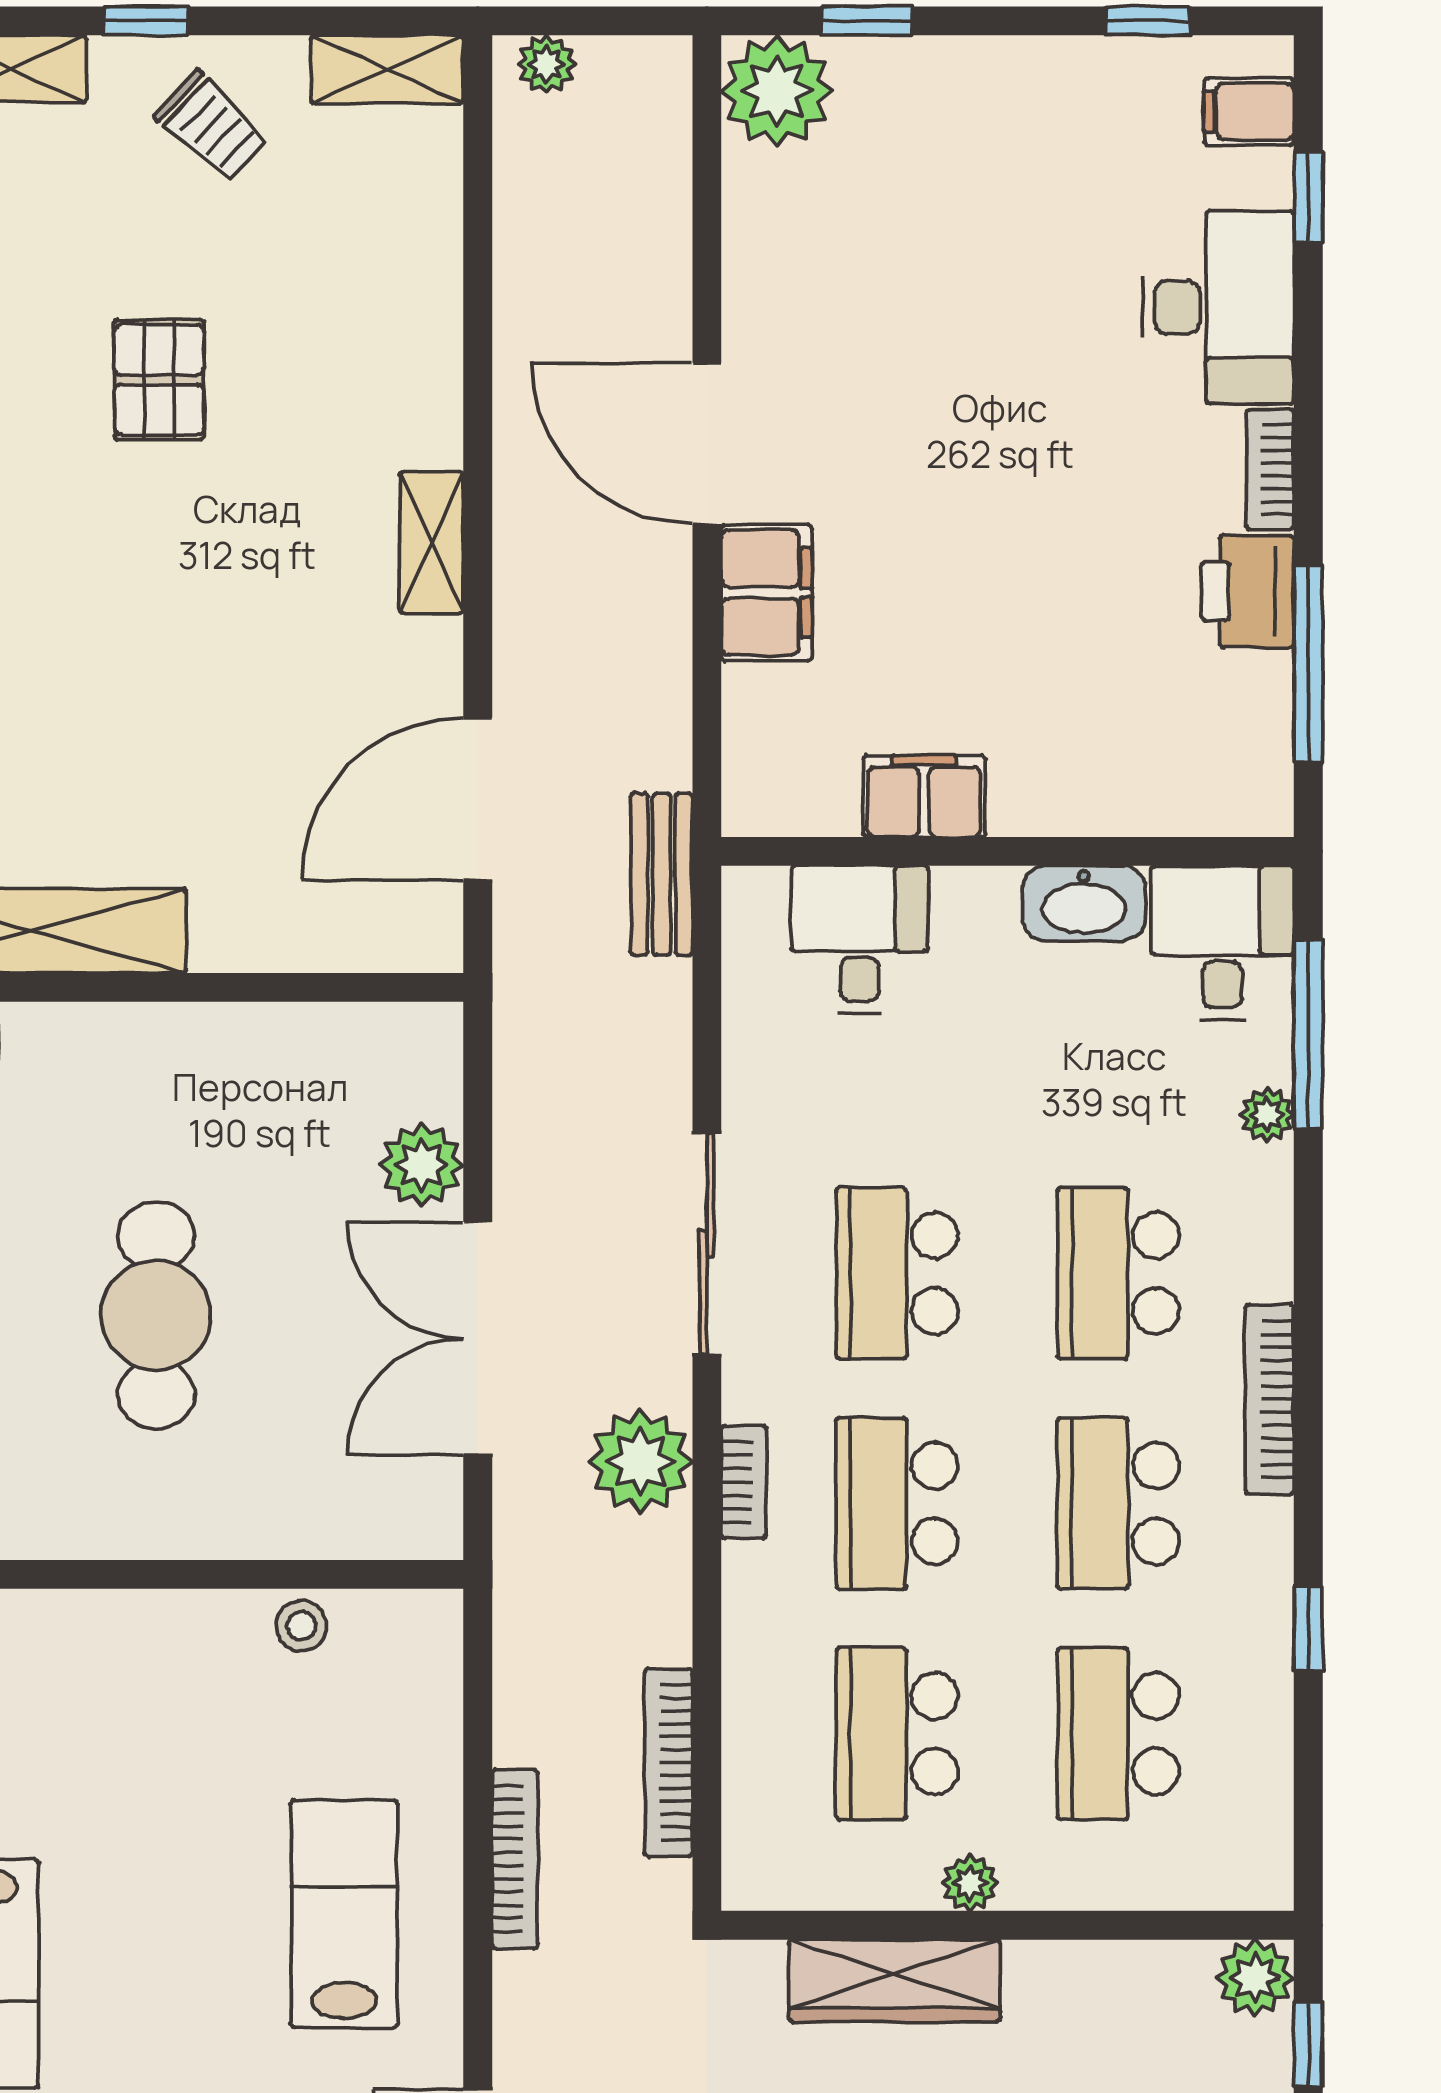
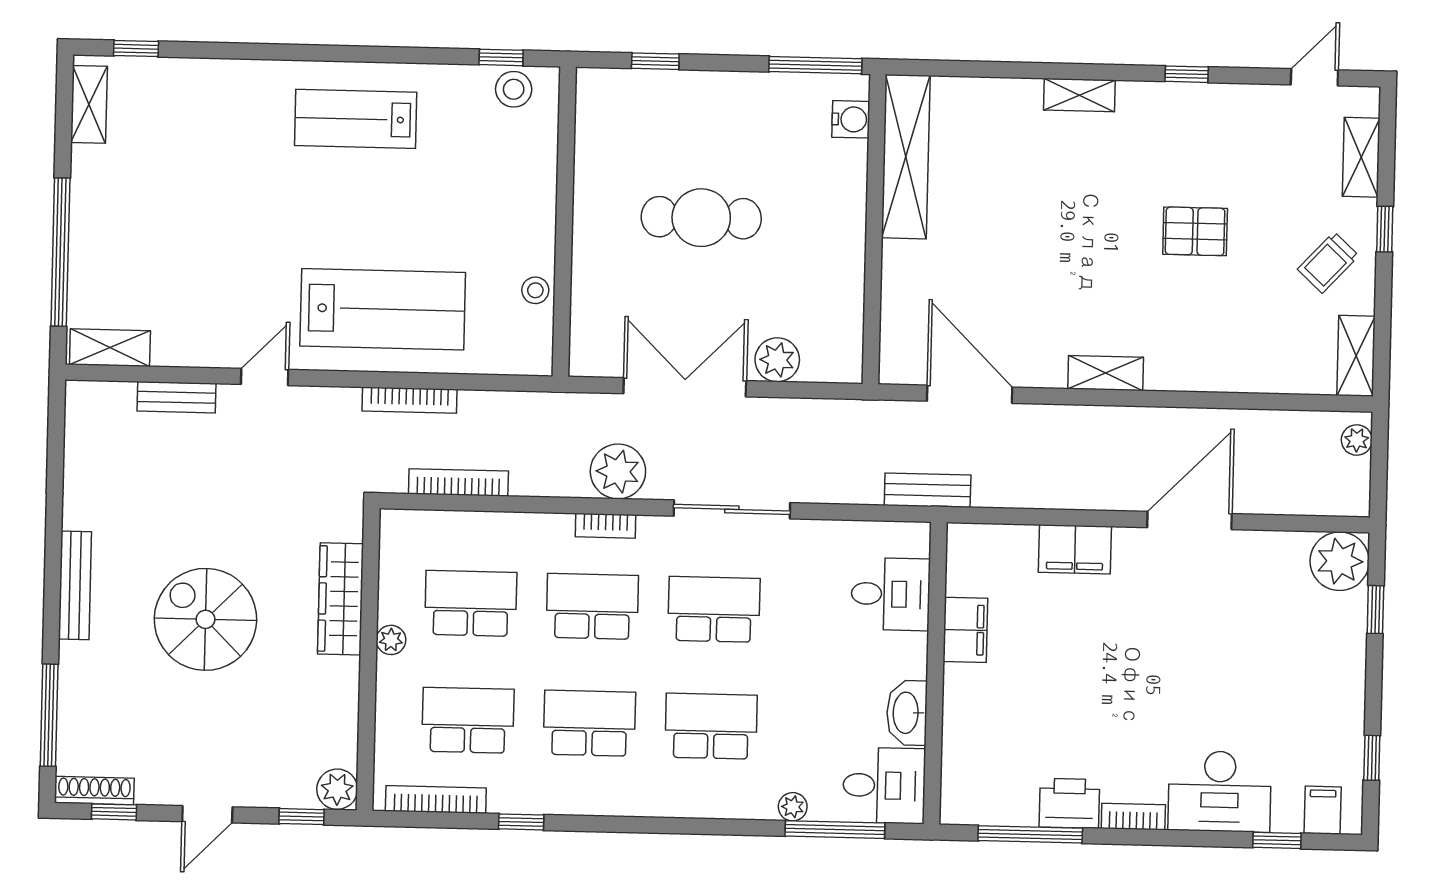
door: (707, 443) -> (1189, 521), moved
bookcase: (1270, 1399) -> (436, 799), moved
lab bench: (344, 1914) -> (383, 309), width x1.36, depth x1.39

